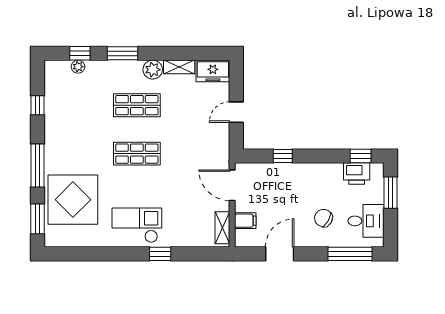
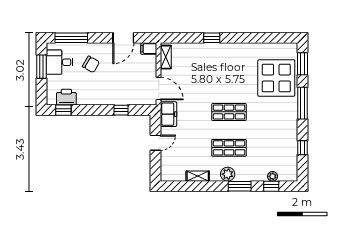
plant: (153, 70) -> (228, 174), moved
freezer: (213, 71) -> (168, 114), moved, turned 90
window: (390, 193) -> (41, 67), moved
filing cabinet: (245, 221) -> (149, 49), moved
checkout: (137, 225) -> (229, 59), removed

